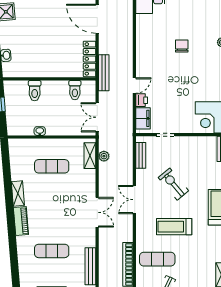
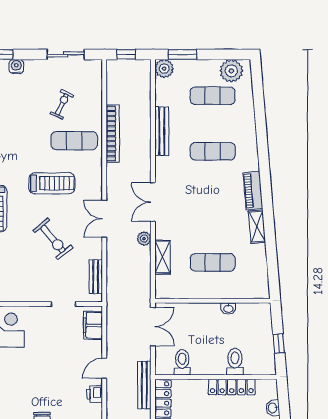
locker: (37, 71) -> (232, 387), added
printer: (142, 100) -> (95, 394), moved
shelving: (90, 156) -> (163, 257), moved
plant: (104, 156) -> (144, 239), moved
double door: (134, 200) -> (104, 219), swing flipped

